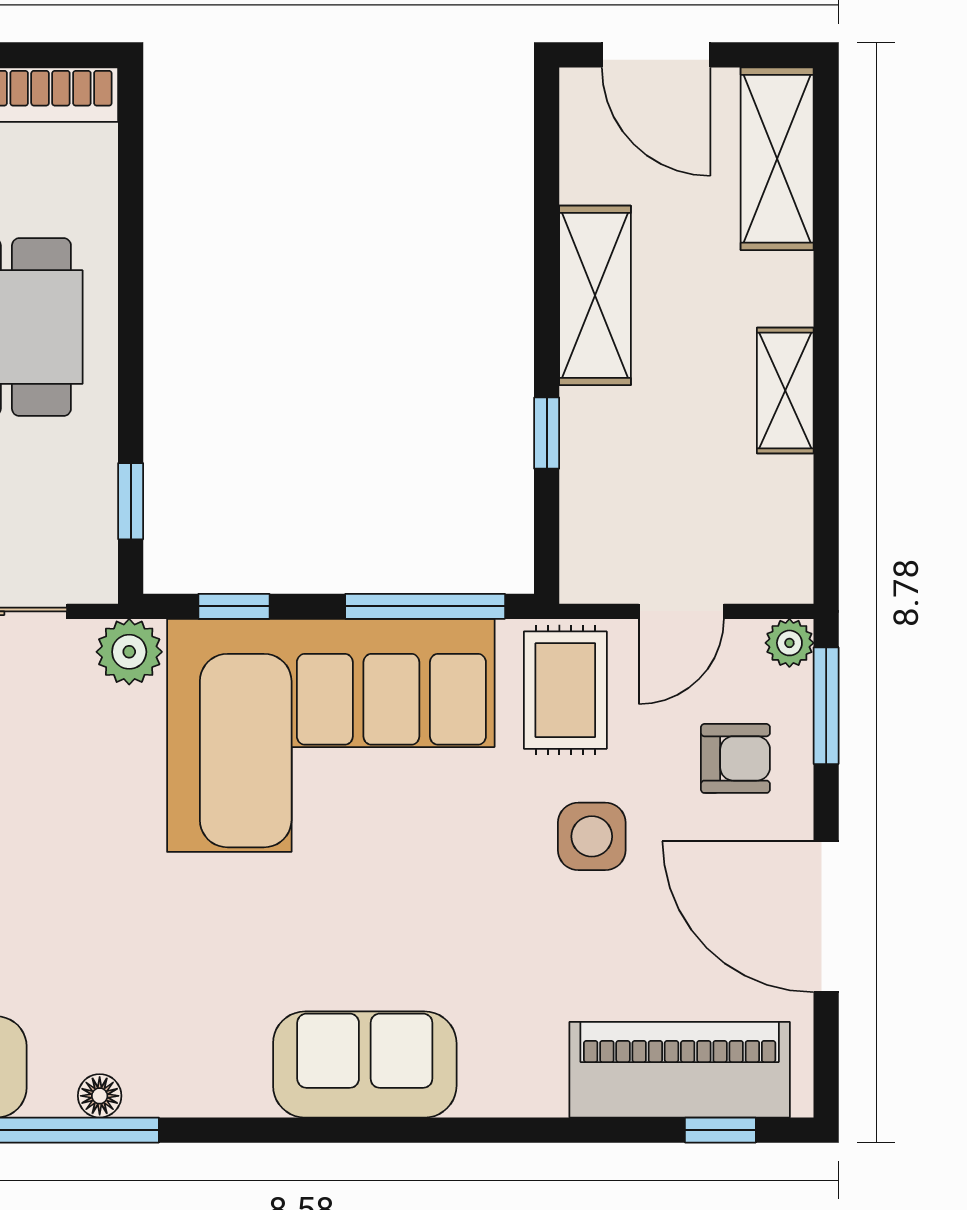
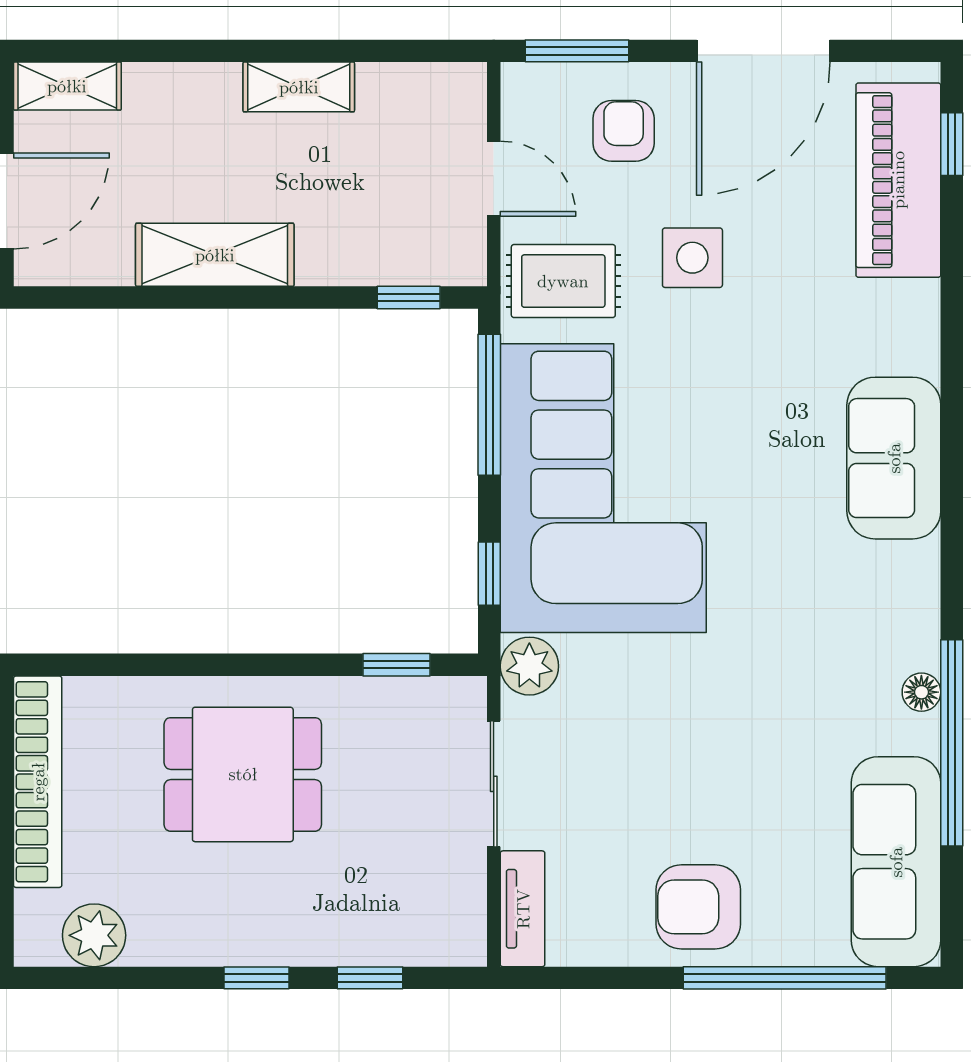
shelving: (777, 159) -> (67, 86), width x0.67, depth x0.75
window: (547, 433) -> (409, 298), moved
plant: (789, 643) -> (522, 83), removed

